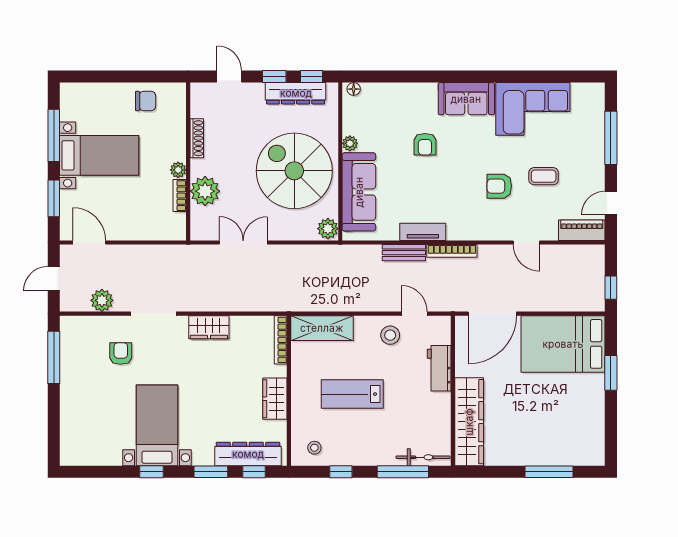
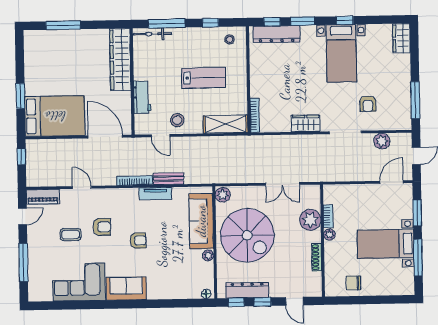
armchair: (425, 144) -> (138, 241), moved, turned 90
door: (89, 243) -> (392, 182), swing flipped
door: (492, 314) -> (105, 137), hinge flipped
wardrobe: (275, 399) -> (401, 38), moved, turned 180

